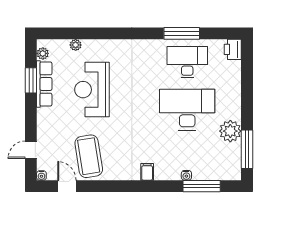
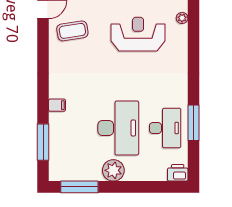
plant: (230, 131) -> (113, 170), moved
coffee table: (89, 156) -> (72, 31), width x0.73, depth x0.76
filing cabinet: (147, 172) -> (57, 105), moved
water cooler: (186, 175) -> (54, 127), removed

